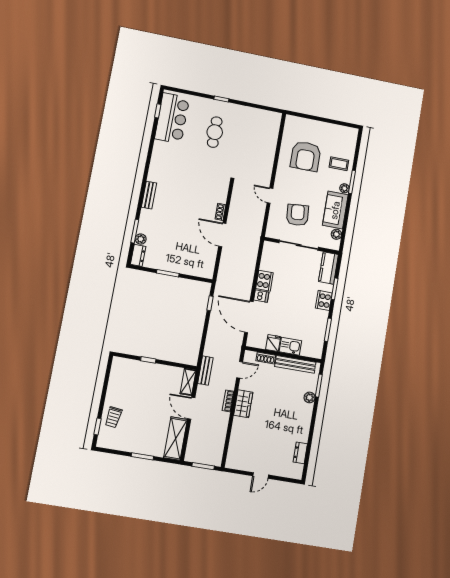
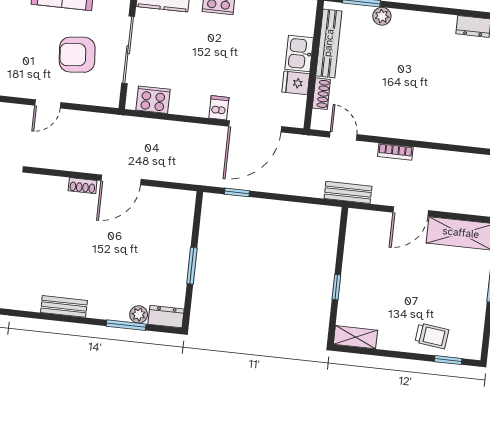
cooker: (264, 281) -> (153, 100), moved
shelving: (188, 382) -> (355, 337), moved
wardrobe: (243, 404) -> (398, 126), removed

